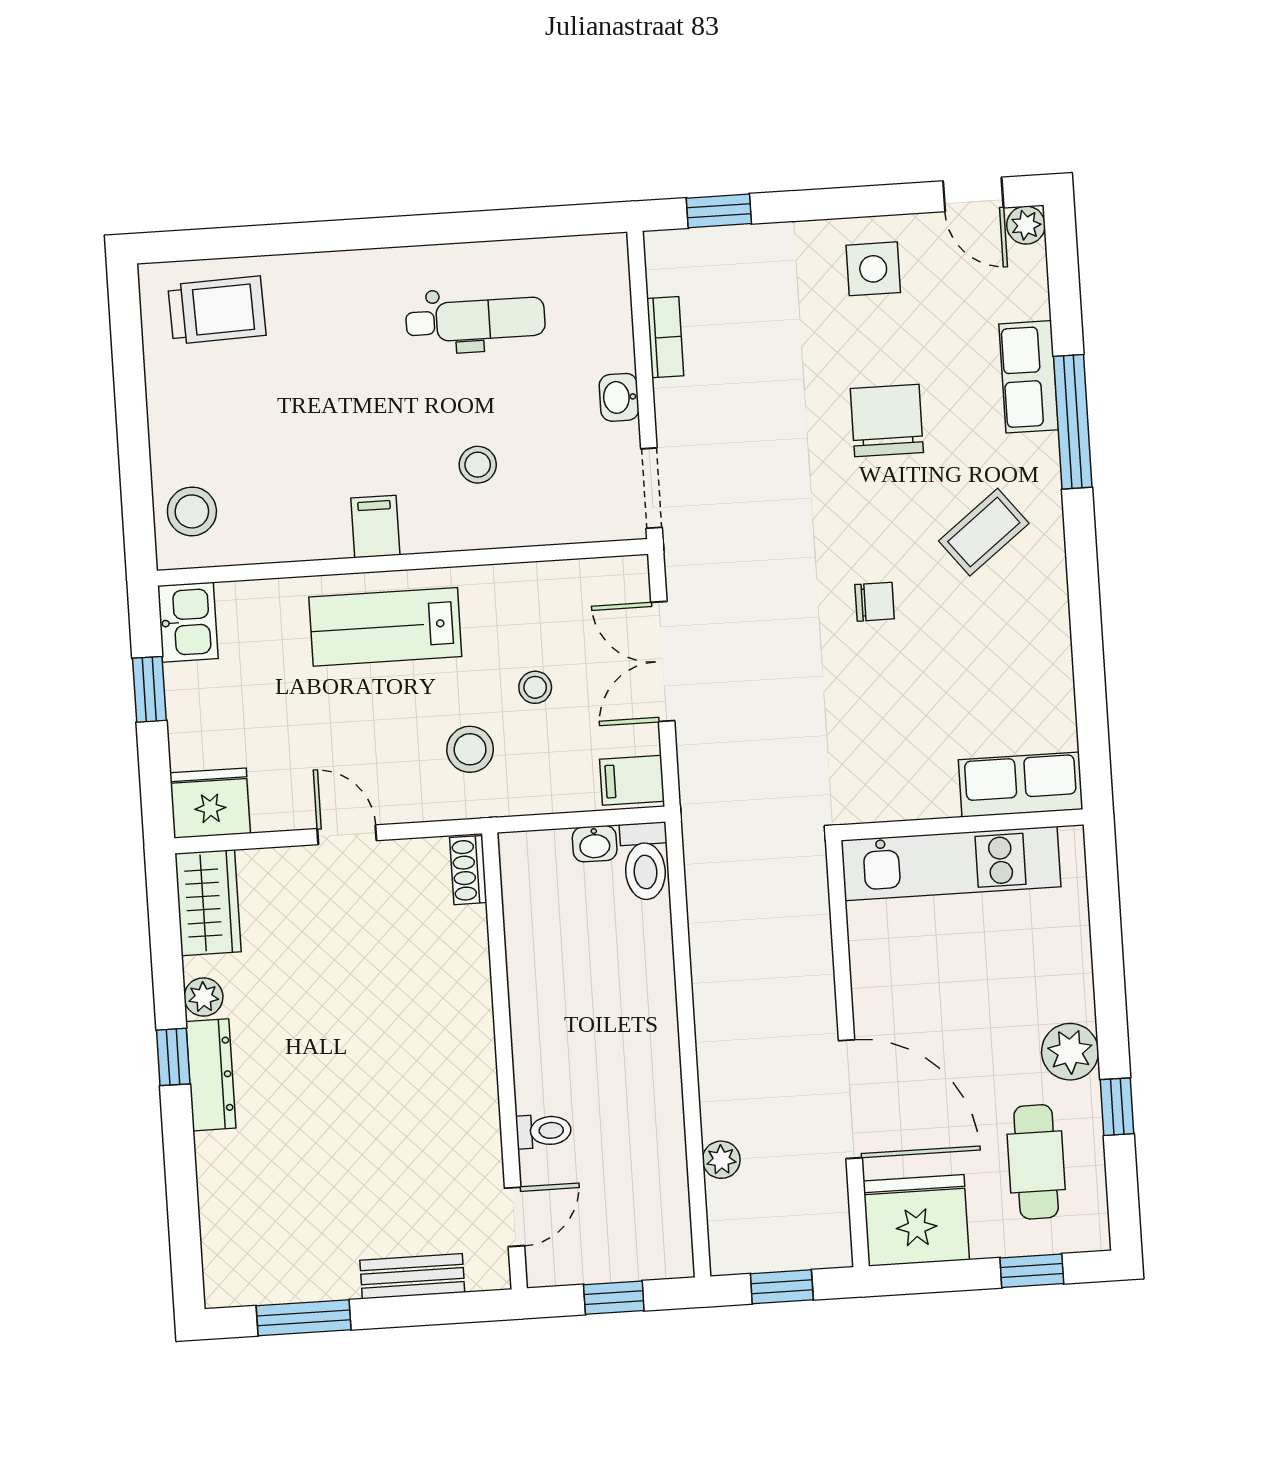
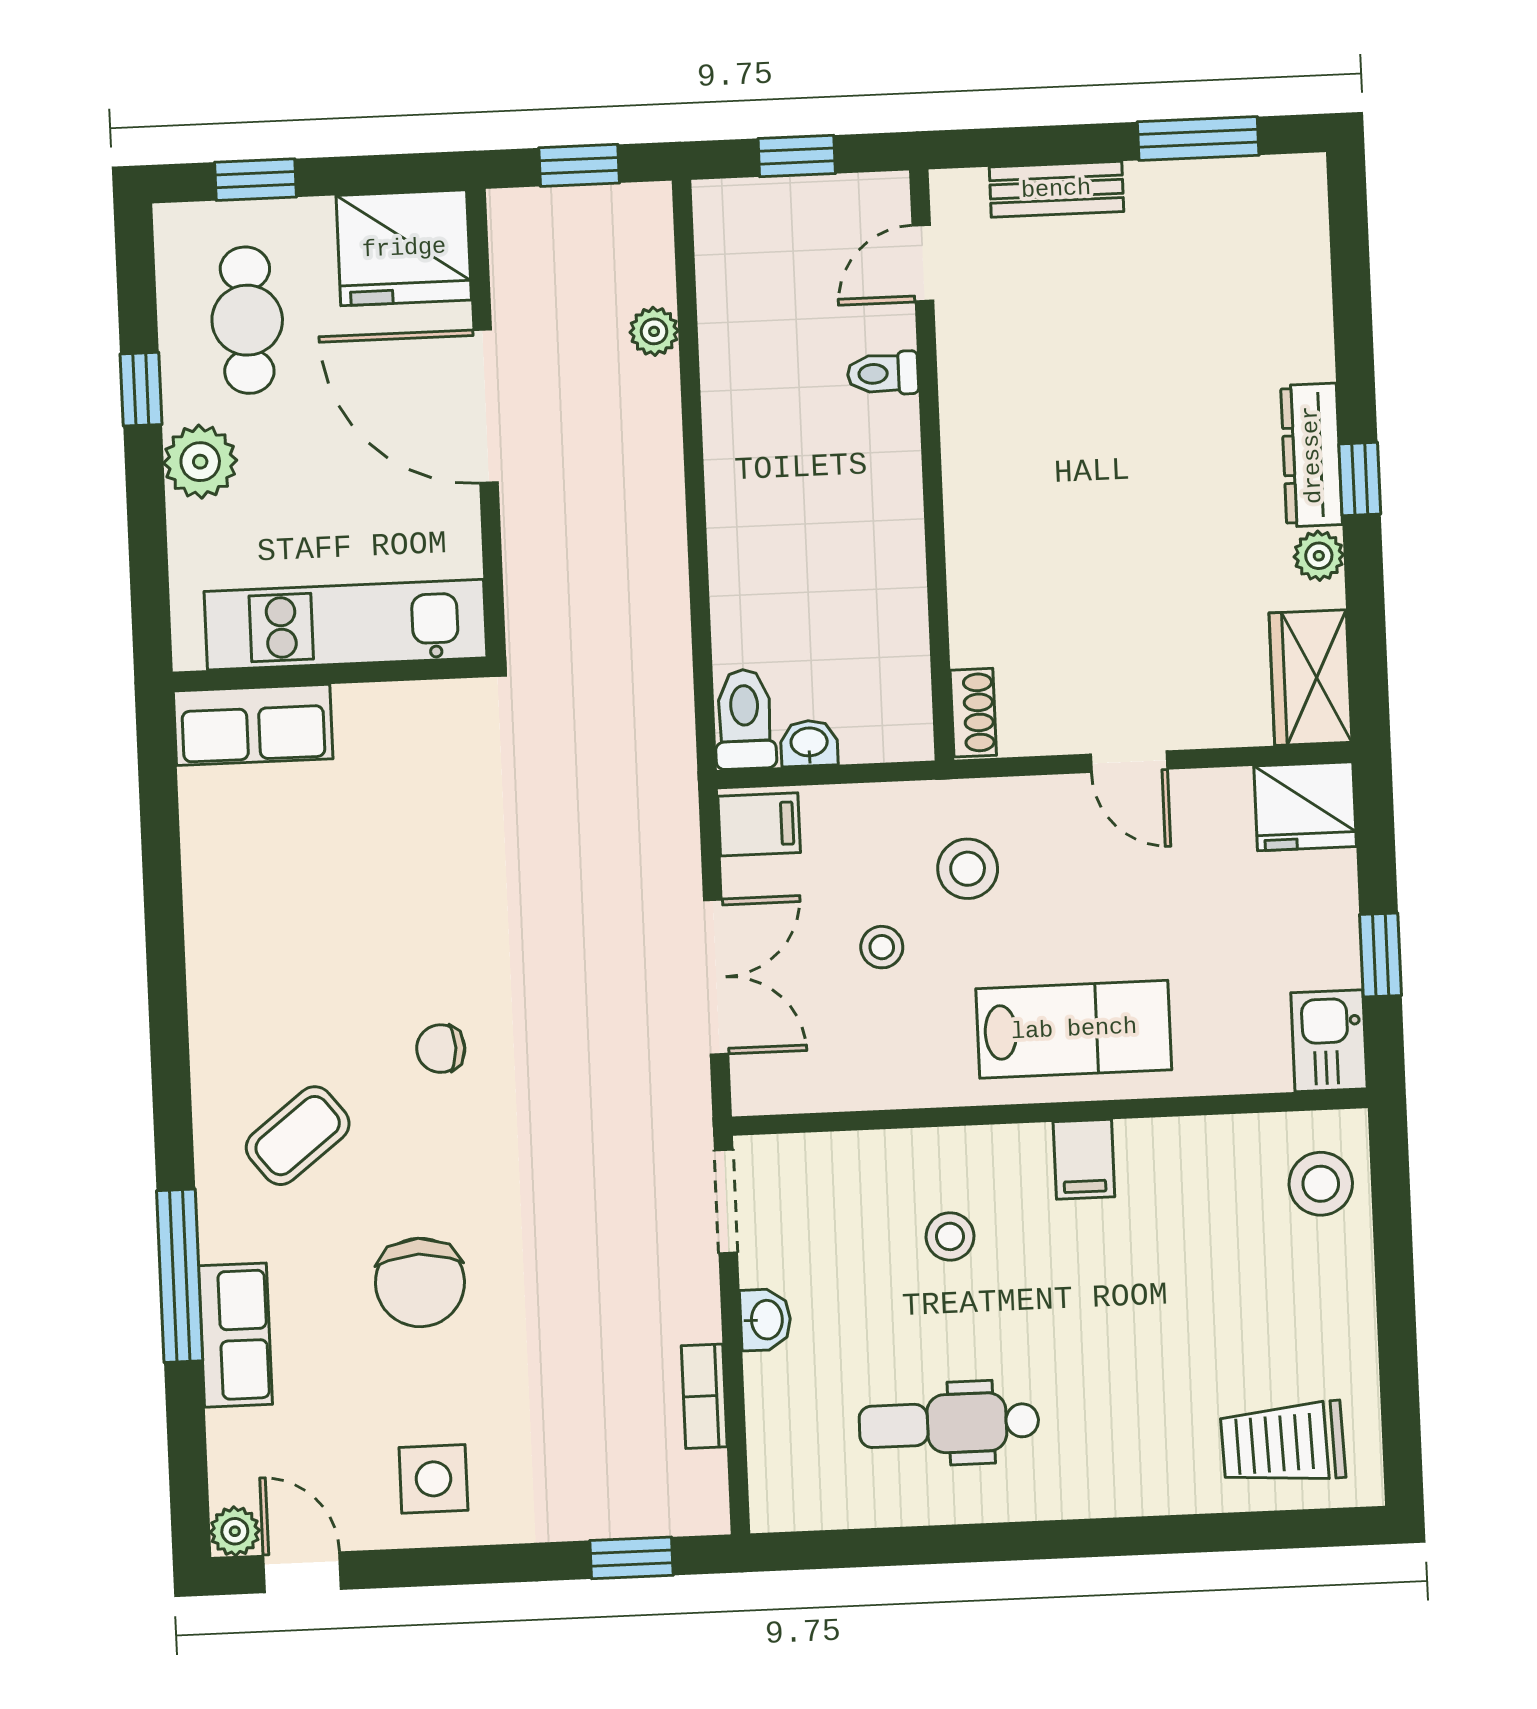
row of seats: (1021, 785) -> (253, 725), moved
wall: (962, 825) -> (330, 674), moved
kitchen unit: (951, 863) -> (346, 625), moved

